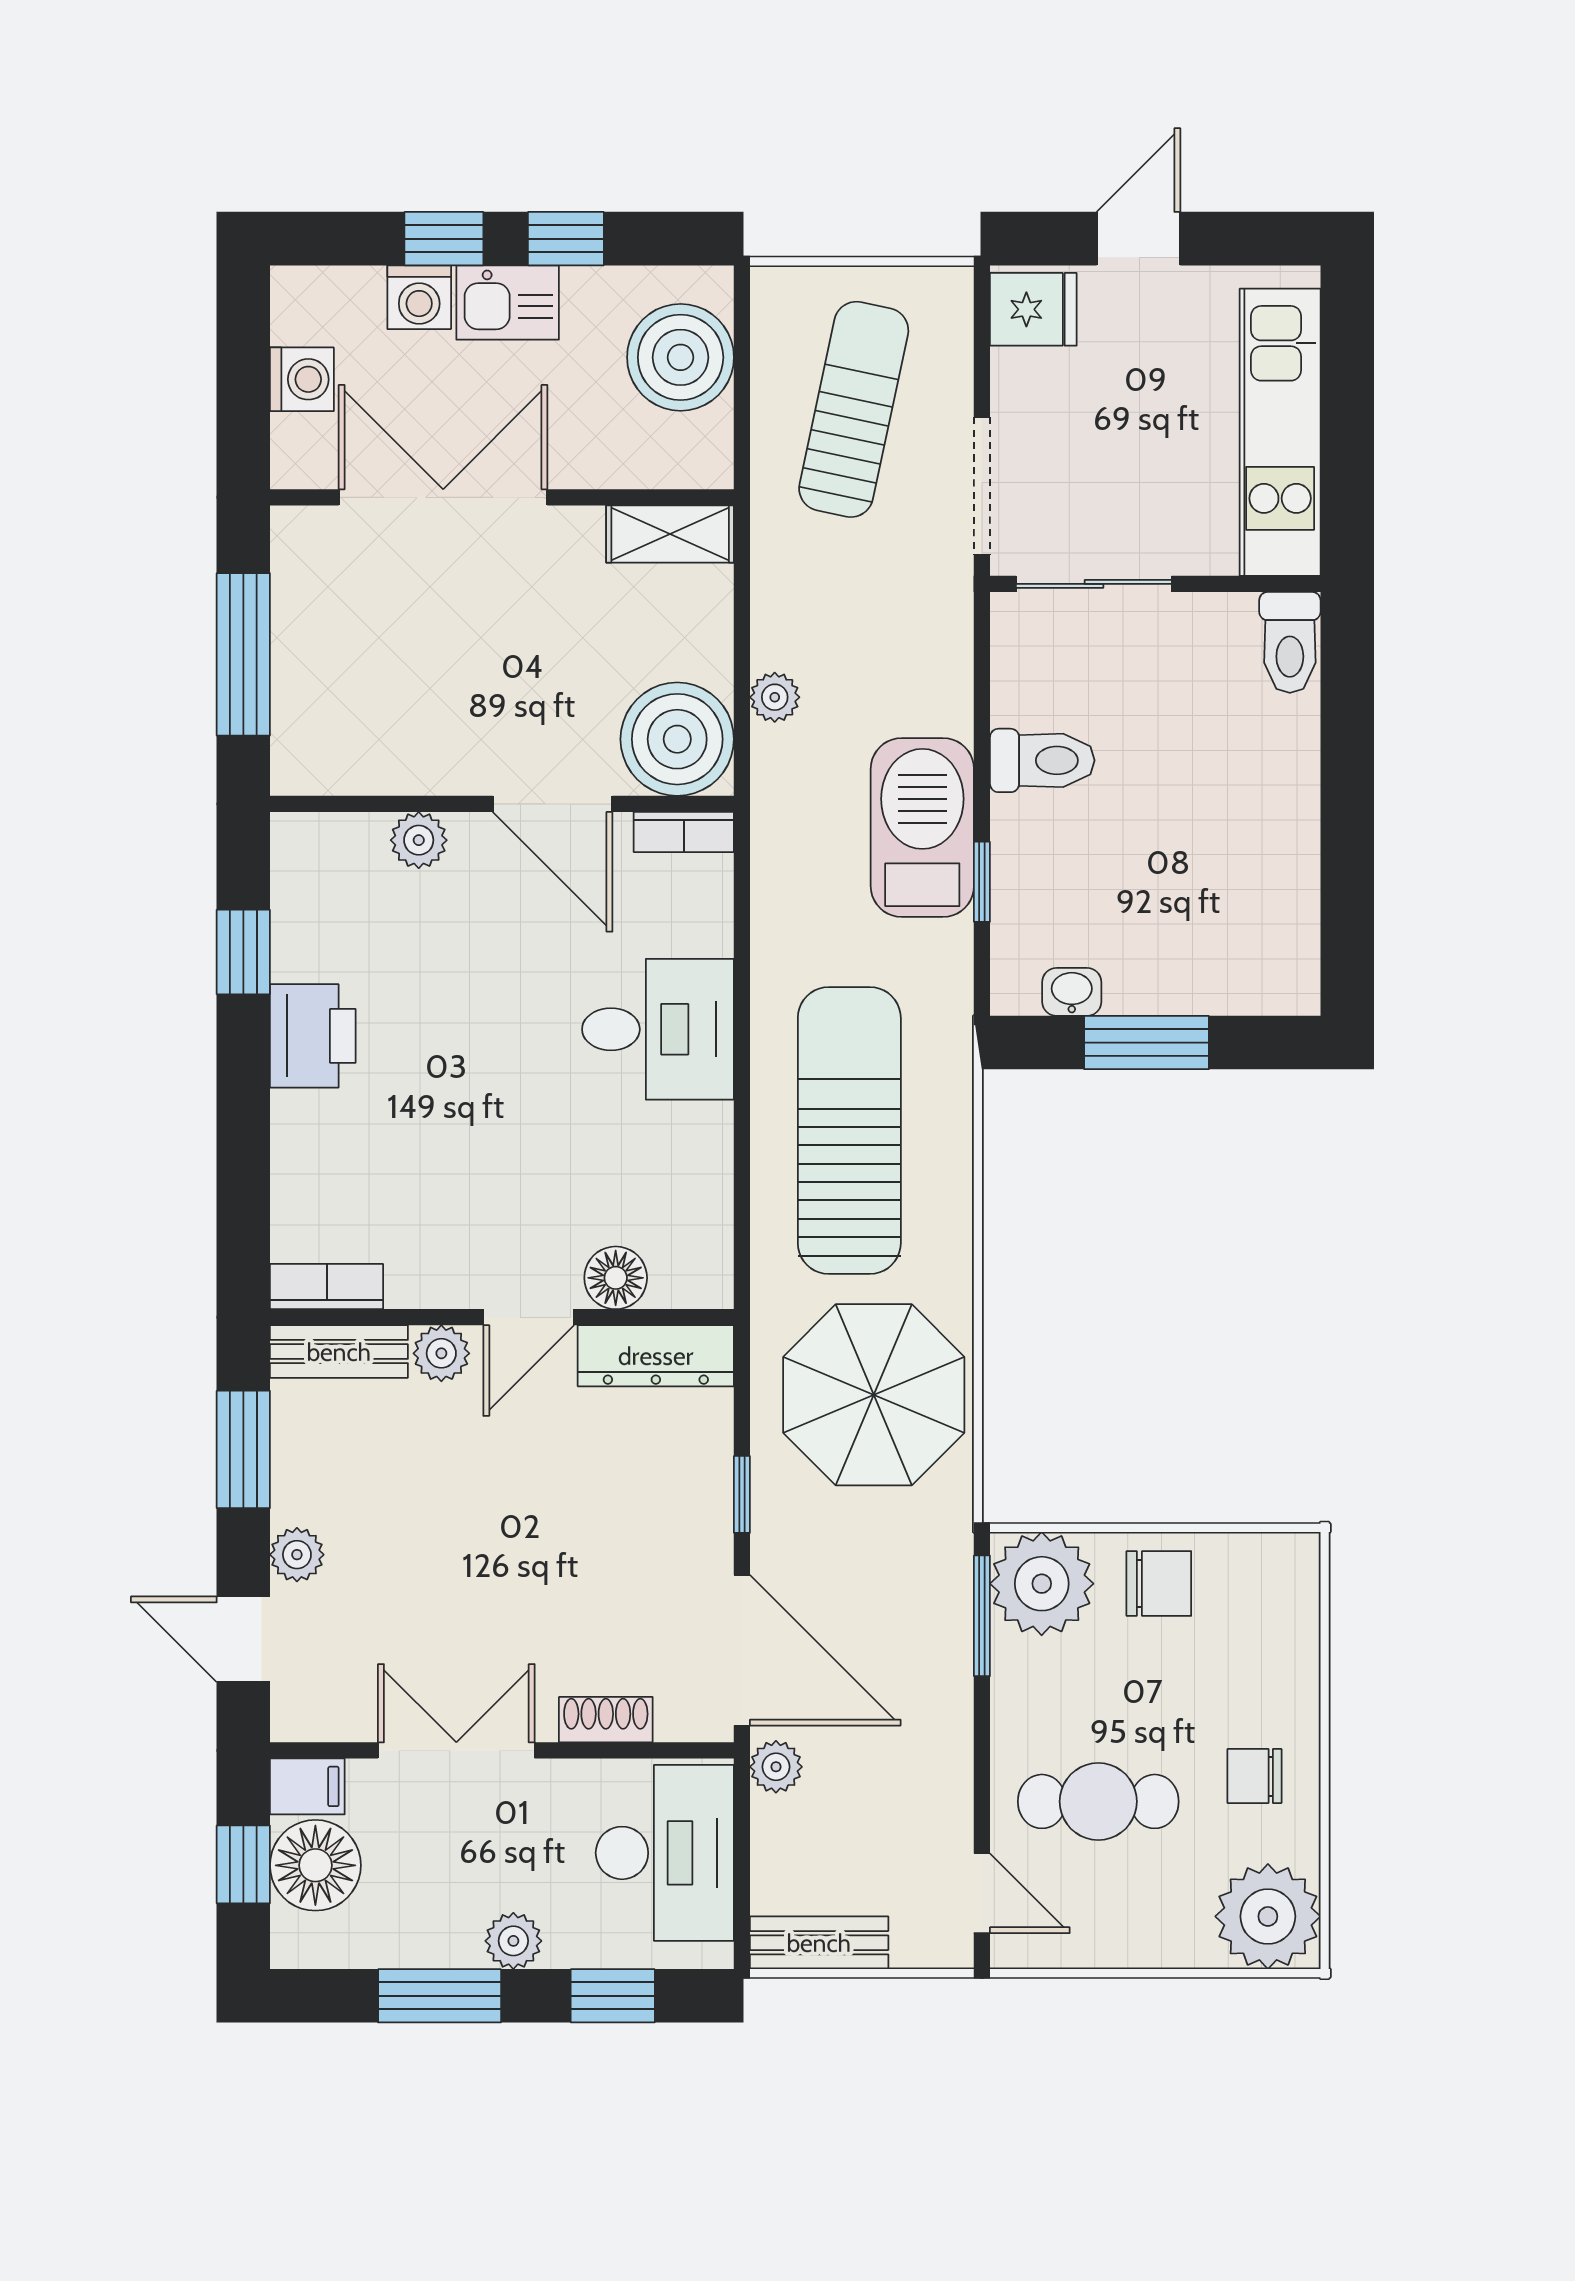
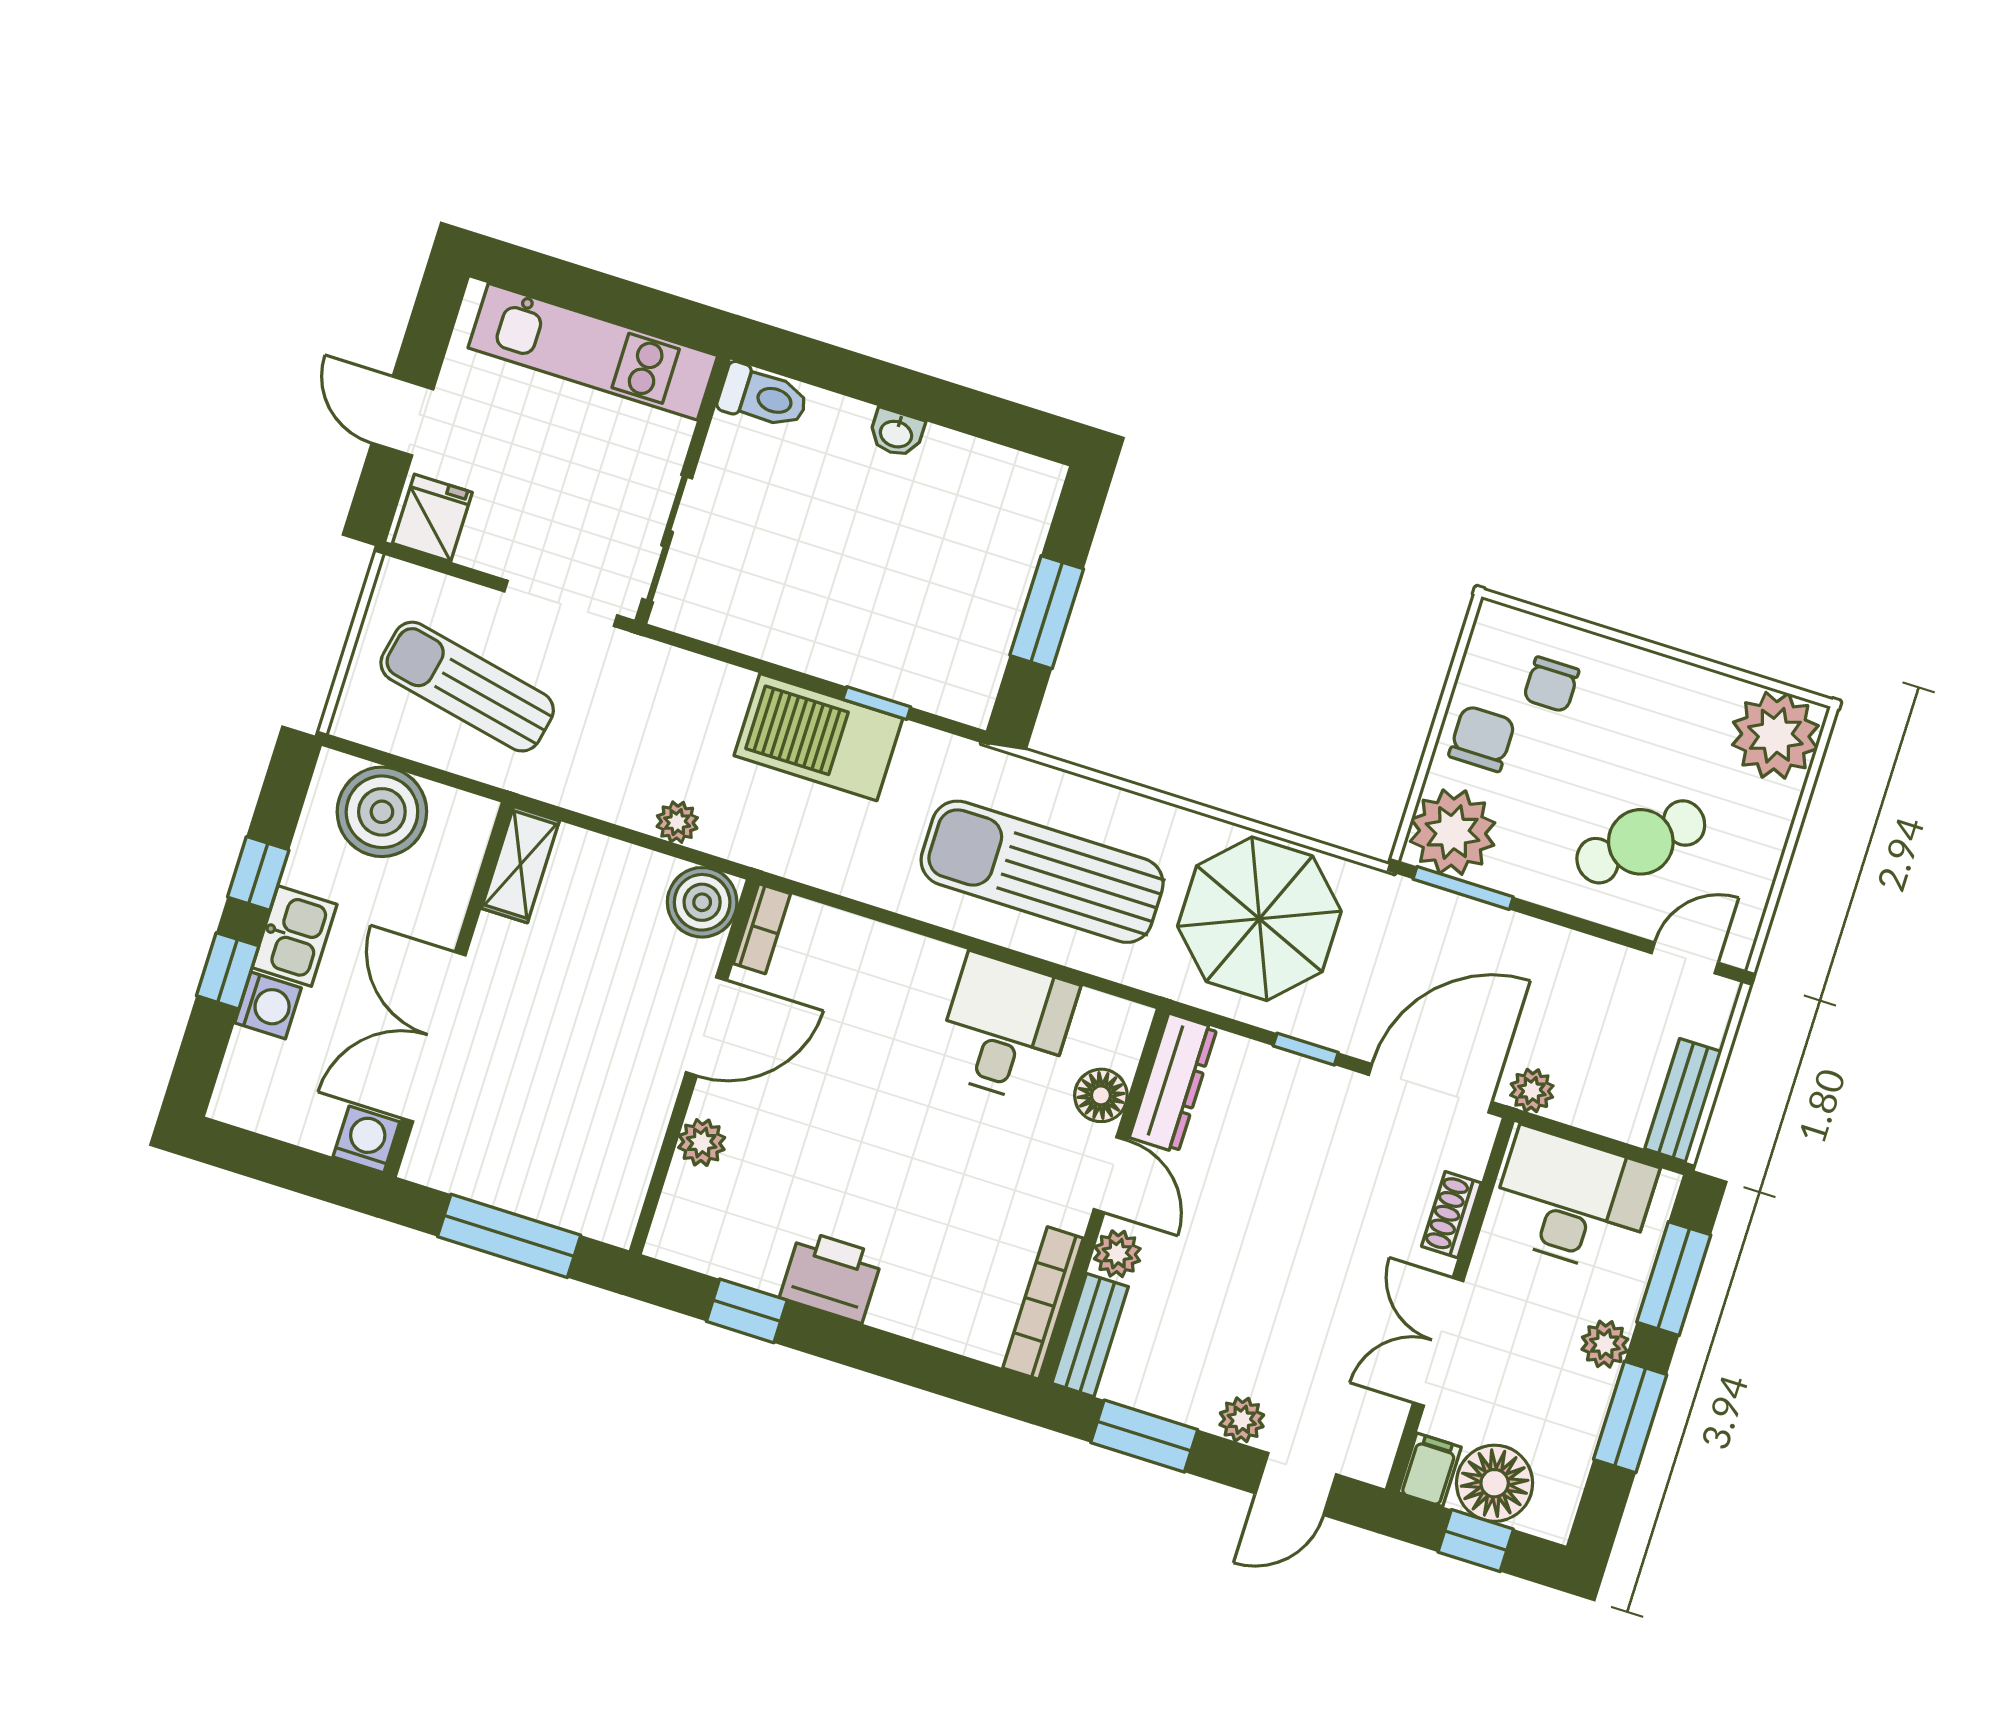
washing machine: (302, 379) -> (366, 1139), moved
boiler: (677, 739) -> (702, 902), width x0.73, depth x0.73
toilet: (1042, 760) -> (795, 624), removed
washbasin: (1072, 992) -> (896, 433), moved, turned -90
desk: (658, 1029) -> (1006, 1028), moved
bookcase: (327, 1287) -> (1043, 1303), width x1.56
chair: (1254, 1776) -> (1551, 684), moved
cafe table: (1098, 1801) -> (1641, 842), turned 49
window: (613, 1996) -> (1674, 1279), width x1.50

